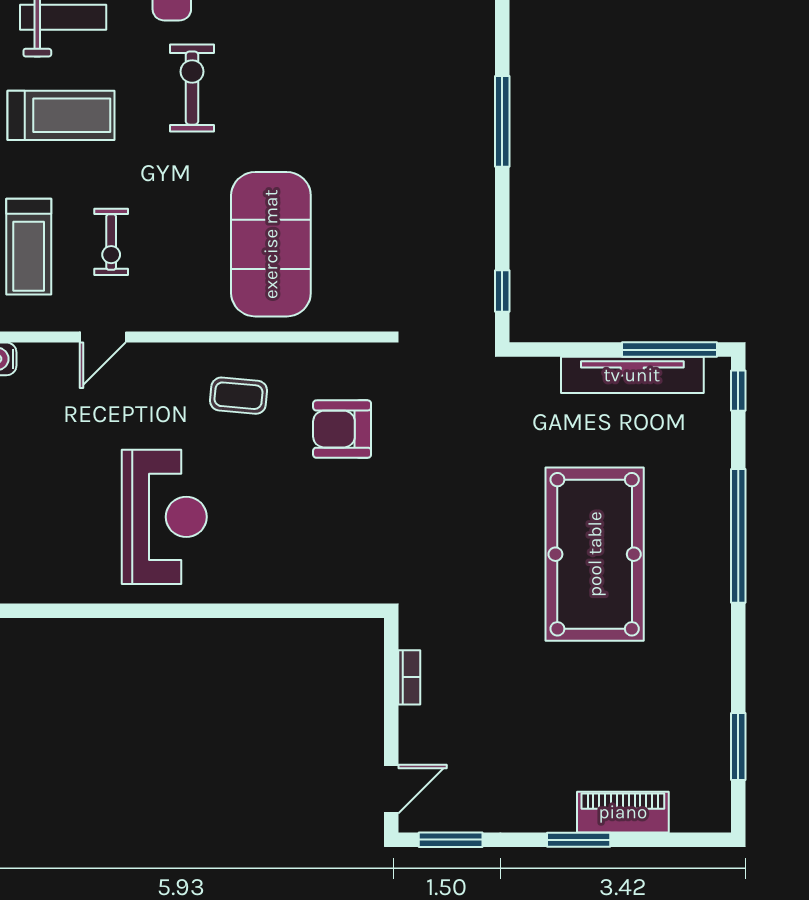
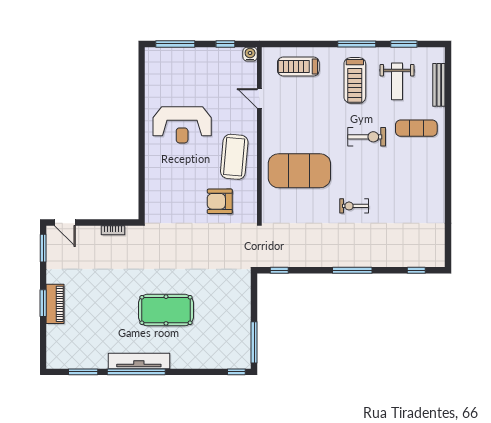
exercise bike: (111, 242) -> (354, 206), moved
tv unit: (632, 375) -> (139, 361), moved, turned 90
coffee table: (239, 396) -> (234, 157), width x1.86, depth x1.72
armchair: (342, 429) -> (220, 201), turned -90
window: (738, 536) -> (136, 372), moved
pool table: (595, 554) -> (166, 310), width x0.73, depth x0.76
piano: (623, 812) -> (55, 304), moved

